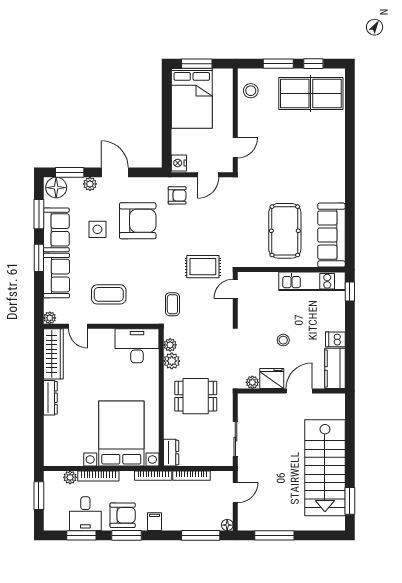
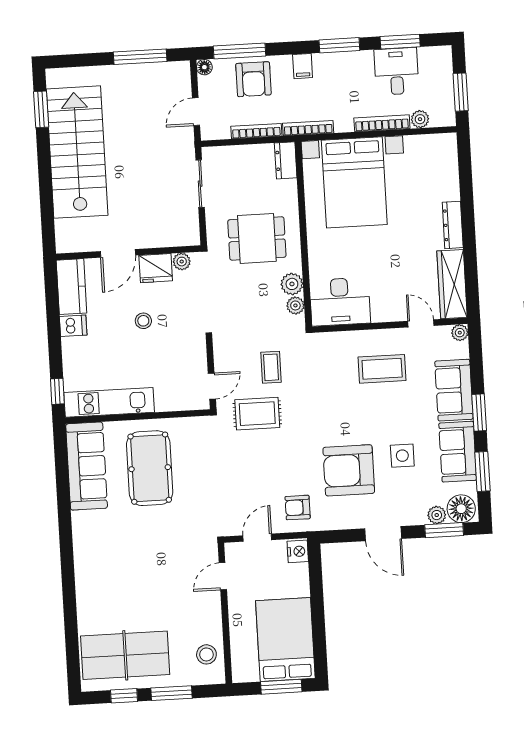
plant: (90, 184) -> (437, 515), moved
coffee table: (172, 304) -> (271, 367), moved
armchair: (123, 515) -> (253, 79), moved, turned -90

